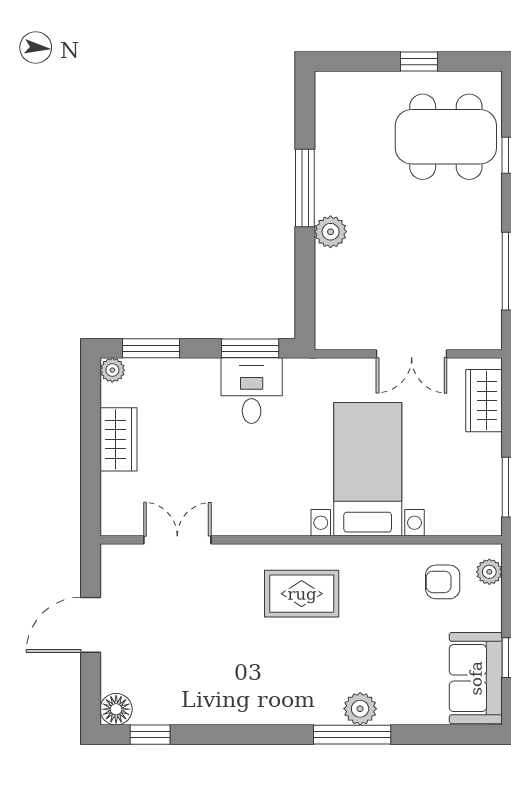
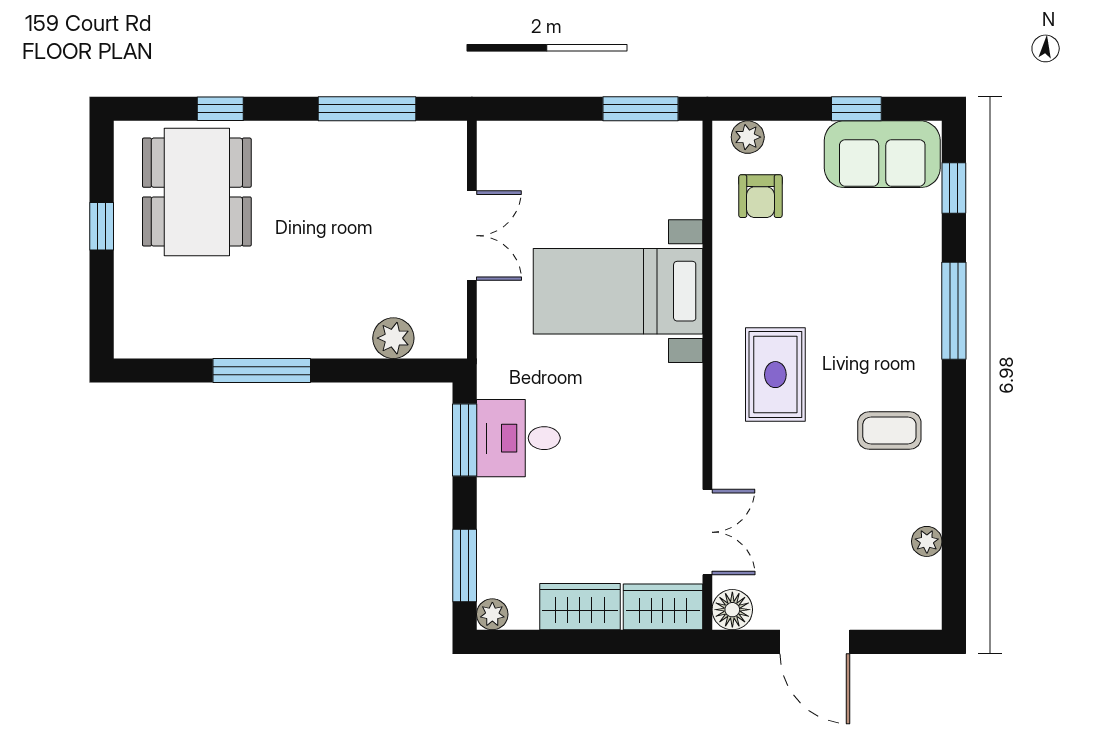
plant: (331, 232) -> (393, 338), moved
wardrobe: (484, 401) -> (663, 607), moved, turned 180
double door: (177, 540) -> (707, 532), swing flipped
coffee table: (258, 684) -> (889, 431), added
floor lamp: (116, 709) -> (732, 610), moved
plant: (360, 709) -> (927, 541), moved, width x0.73, depth x0.73
window: (150, 735) -> (954, 188), moved

